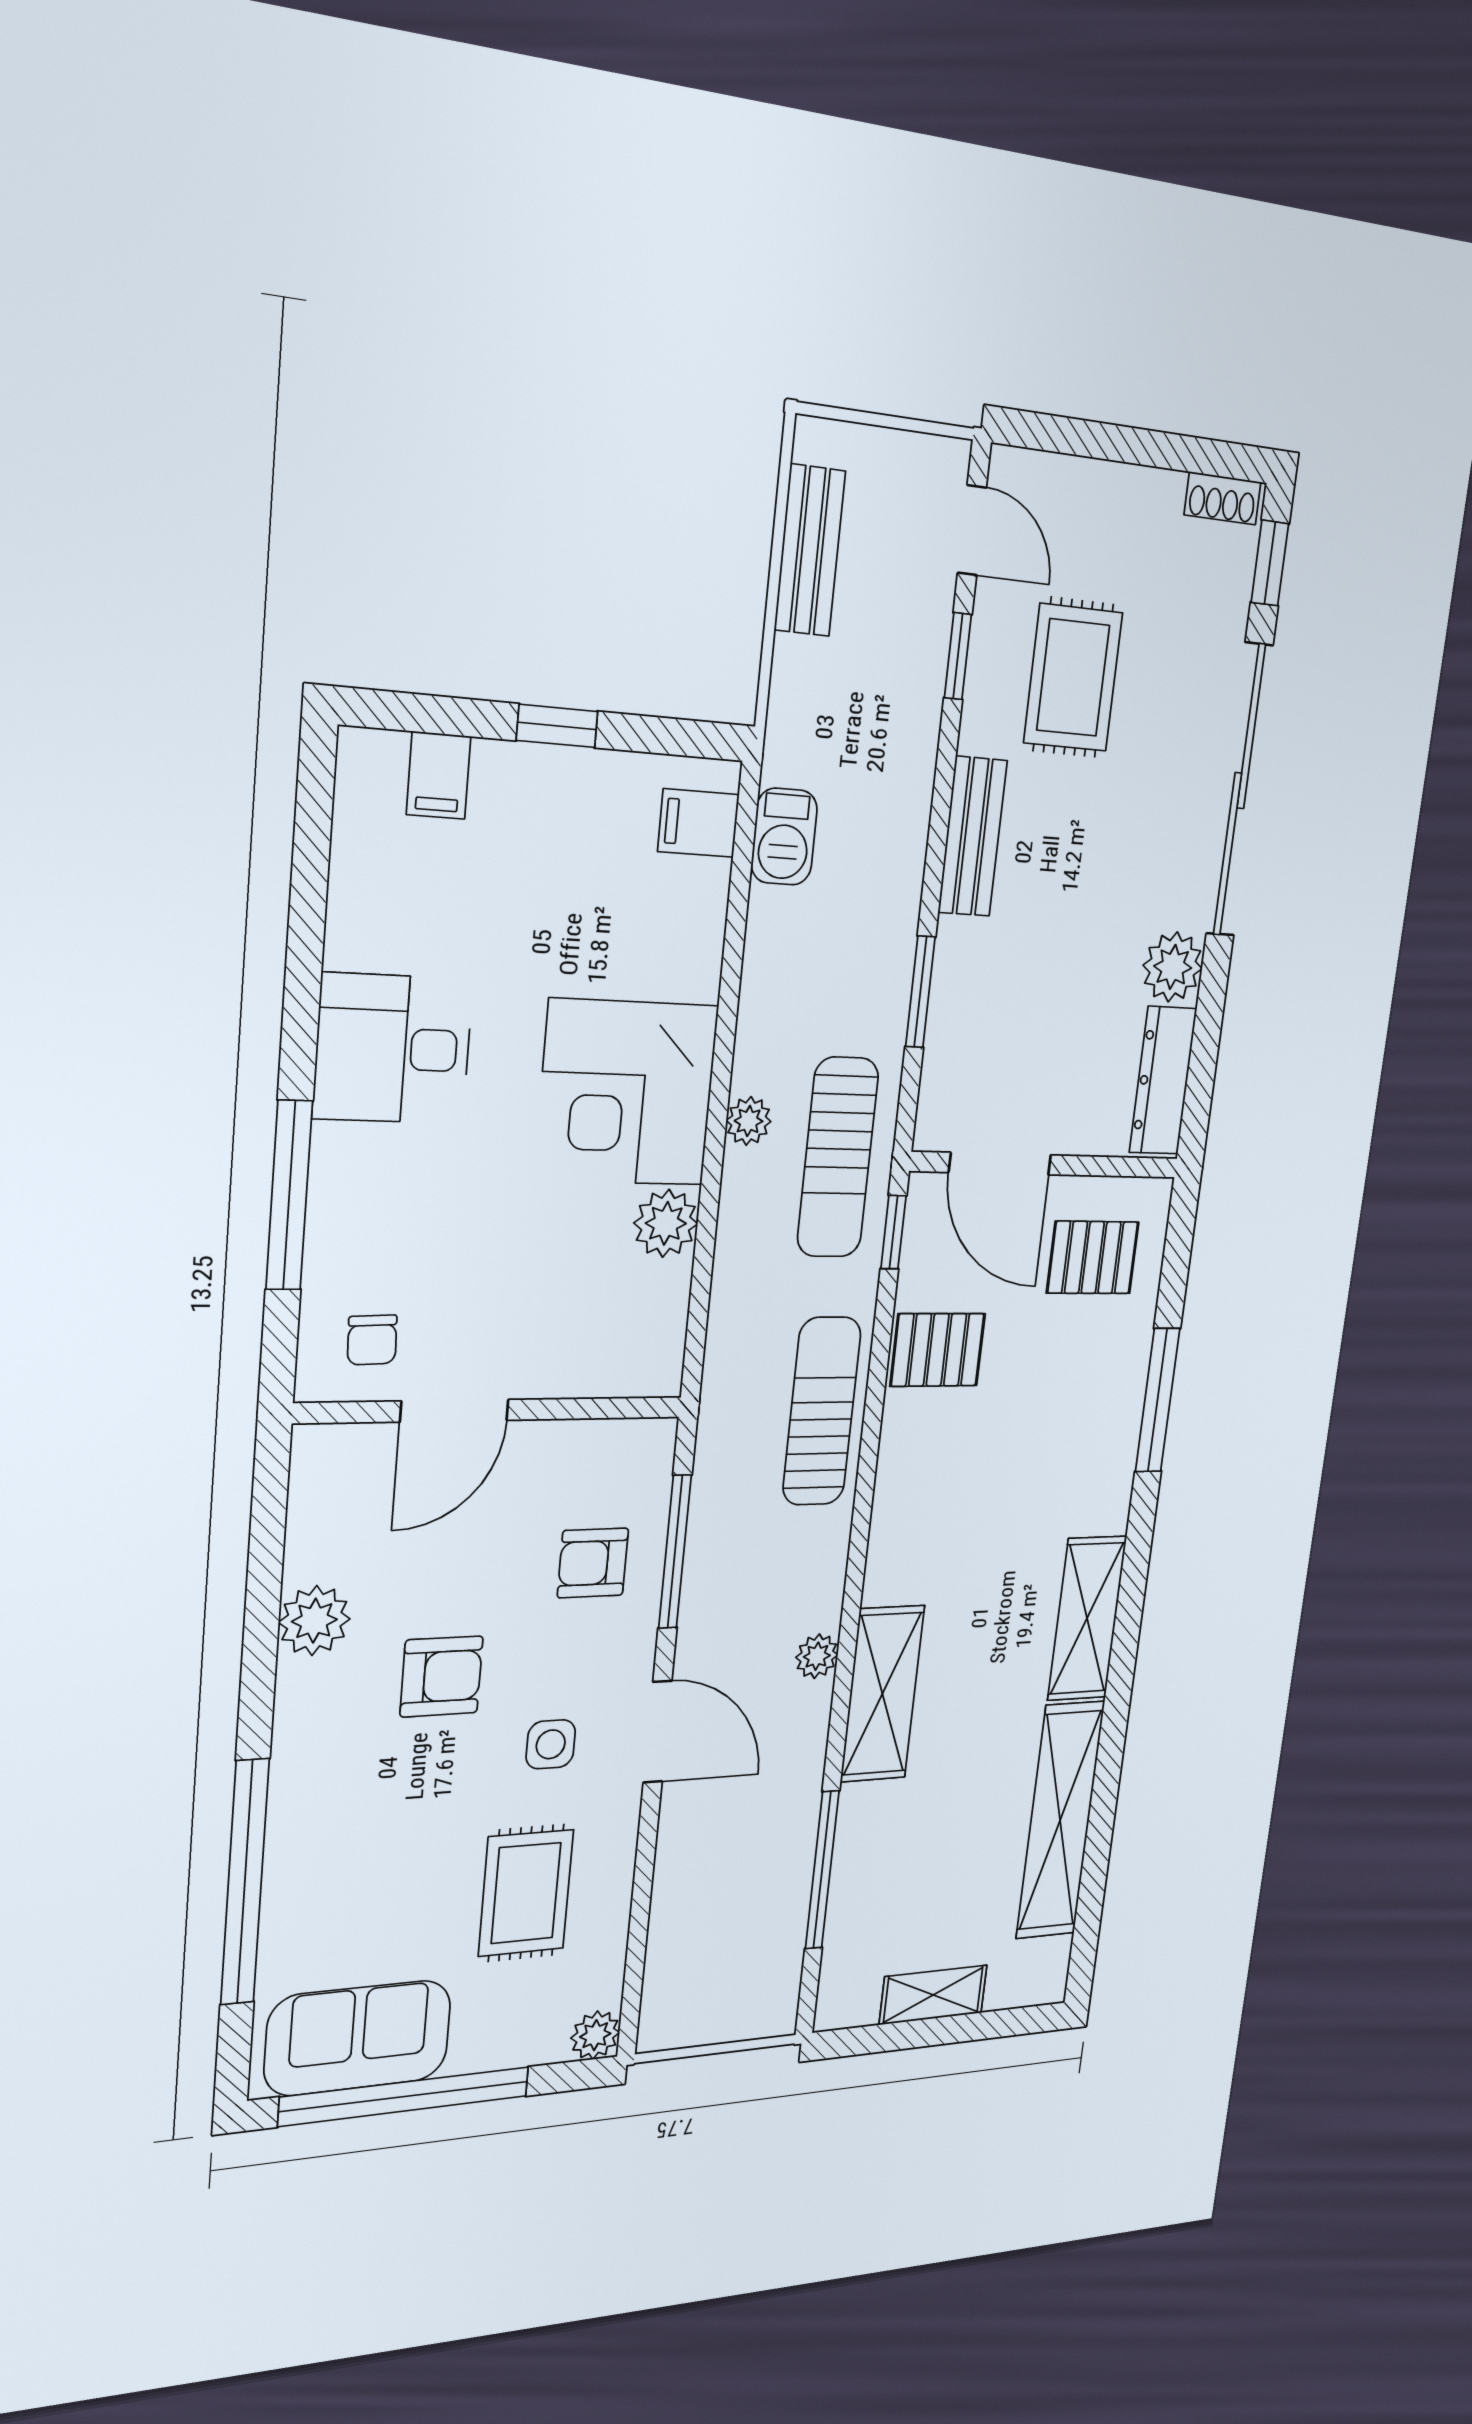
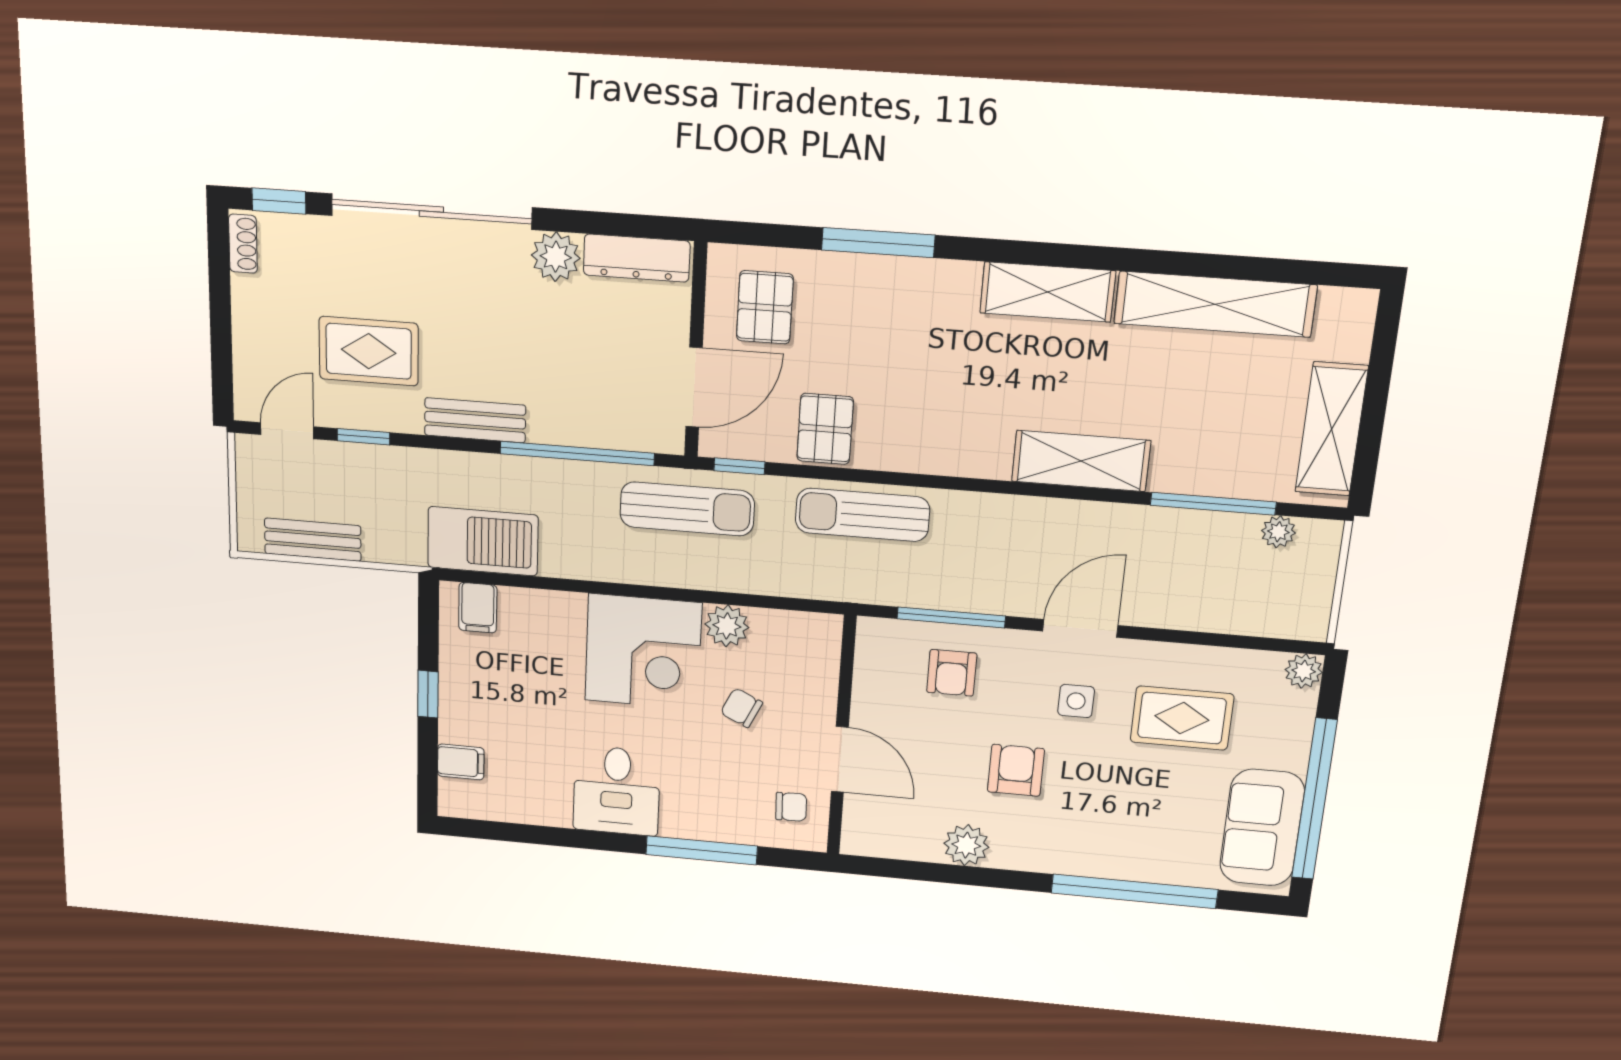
barbecue: (784, 837) -> (483, 541), width x1.88, depth x1.53
window: (920, 992) -> (577, 454), width x2.11
plant: (749, 1121) -> (662, 572), removed
chair: (537, 1252) -> (741, 708), added
plant: (817, 1656) -> (1278, 532), moved
shelving: (933, 1995) -> (1332, 429), width x1.50, depth x1.33

